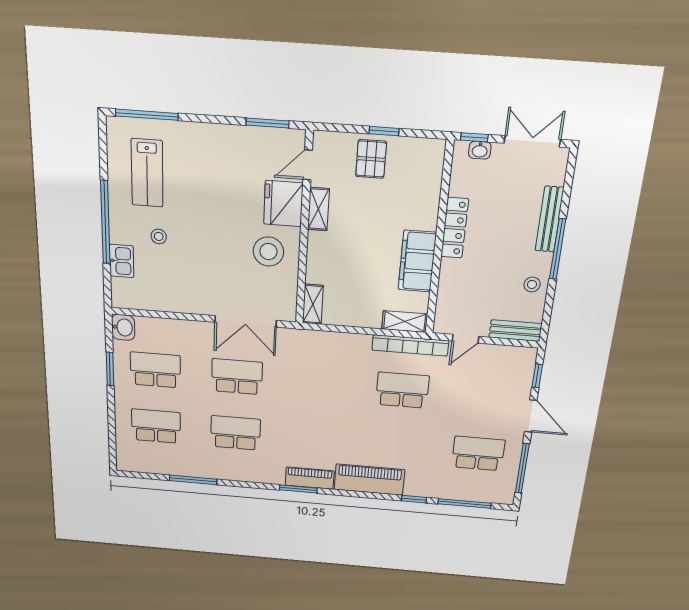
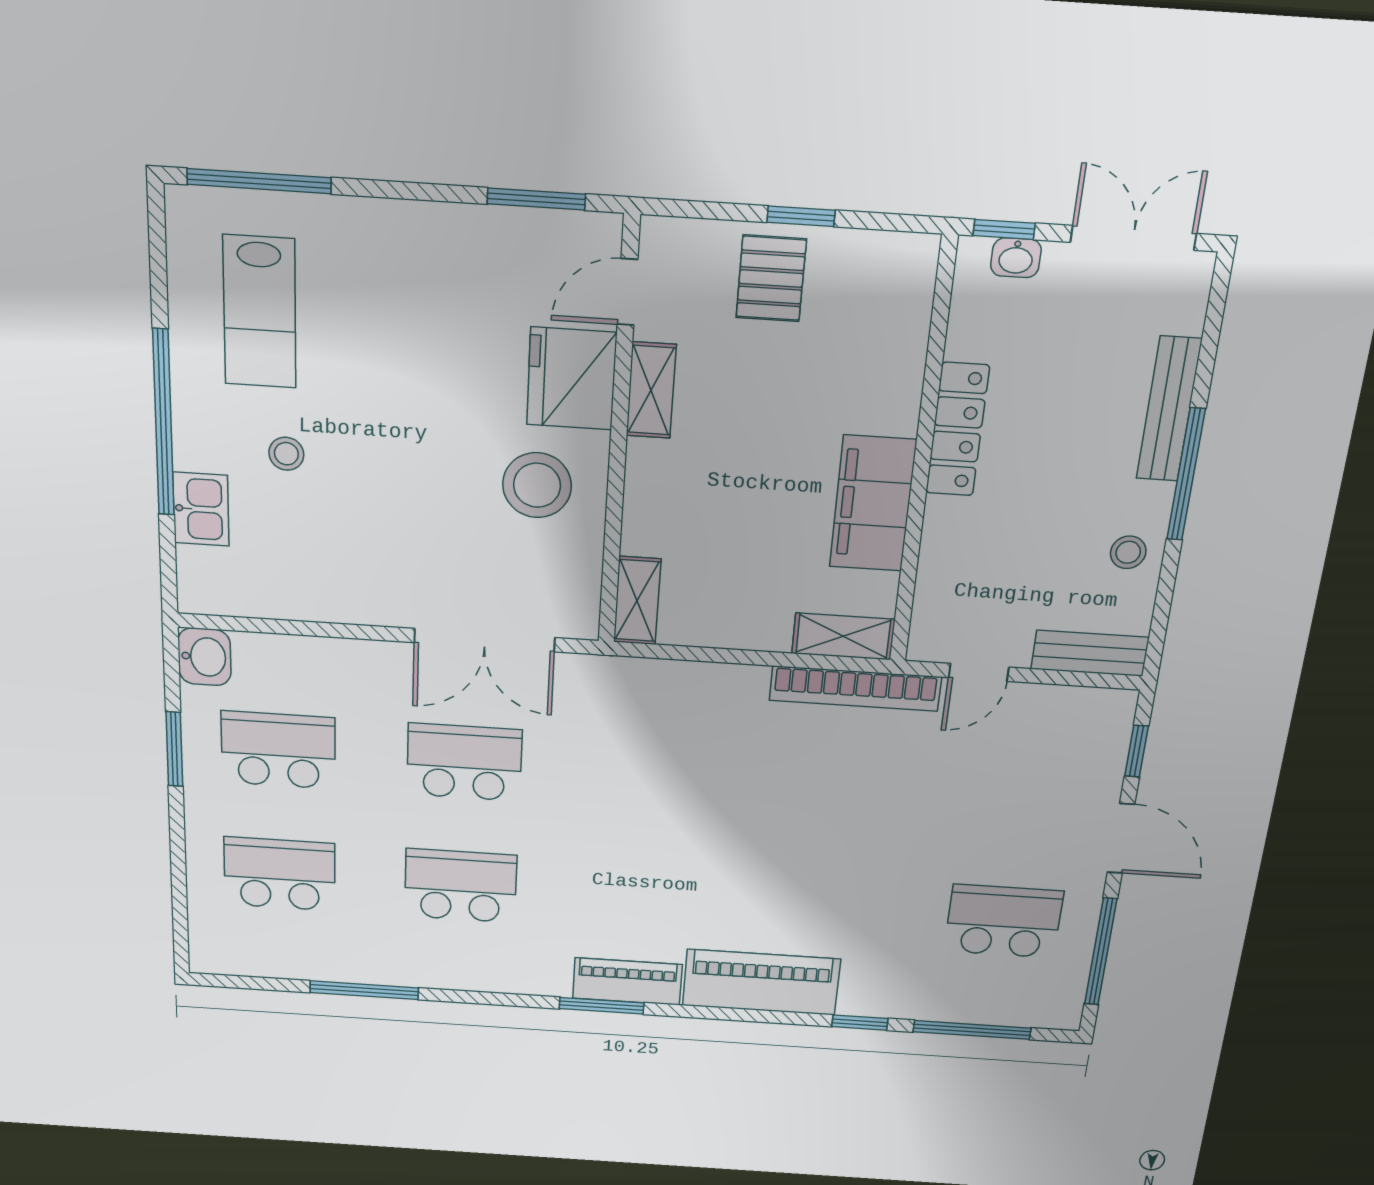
school desk: (402, 390) -> (836, 786), removed

